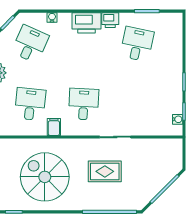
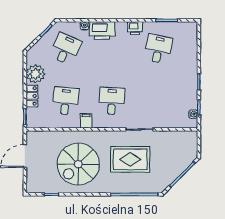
printer: (86, 23) -> (102, 31), moved
rug: (105, 171) -> (130, 159), width x1.36, depth x1.43
spiral stairs: (45, 177) -> (78, 164), turned -90

